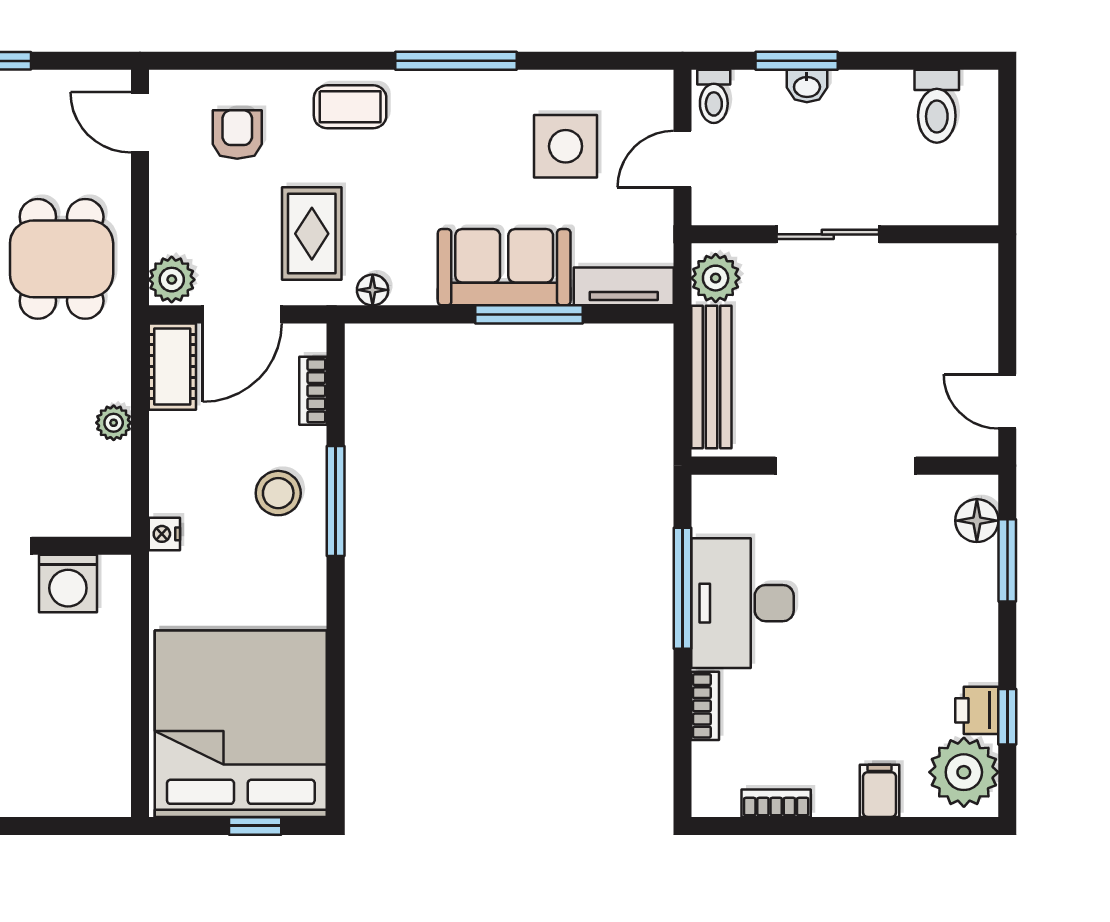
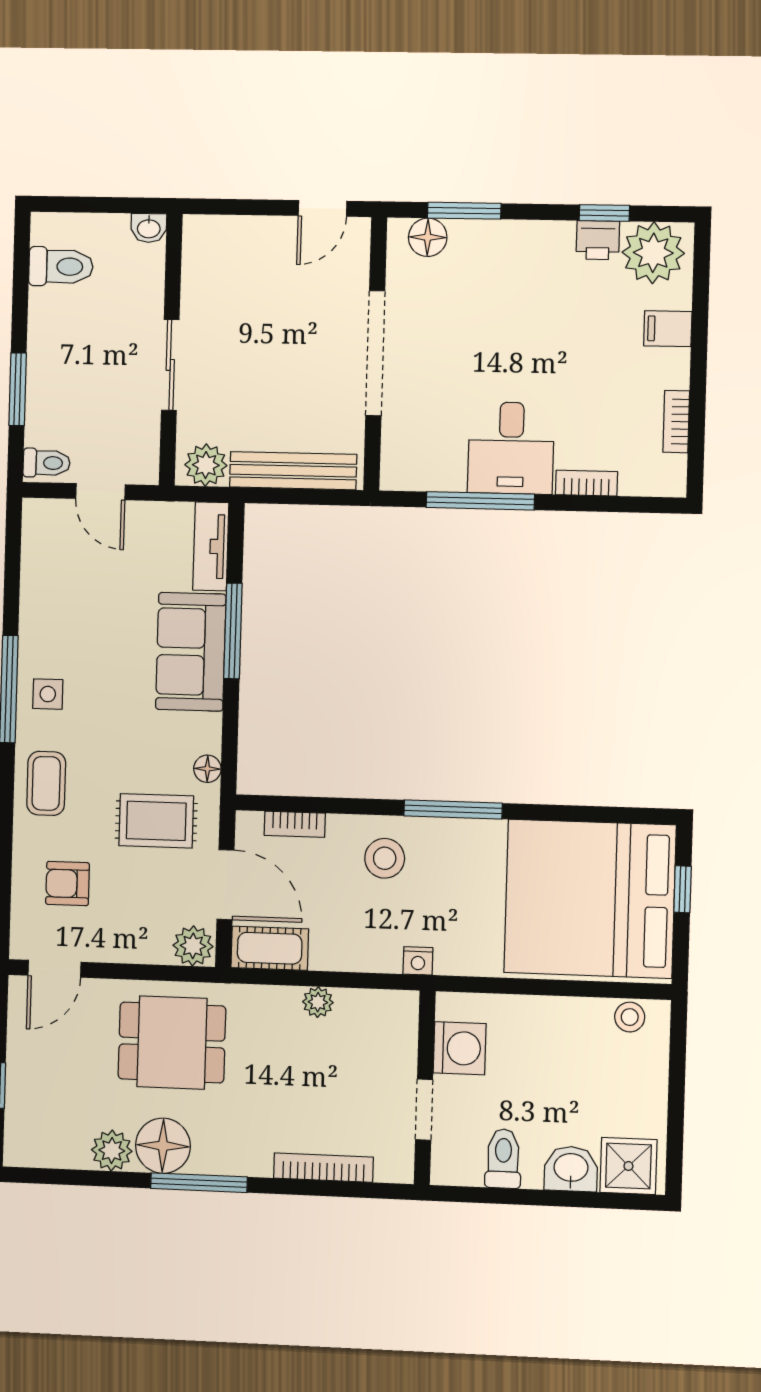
washbasin: (807, 86) -> (149, 228), moved, turned 90
side table: (566, 146) -> (48, 694), moved, width x0.54, depth x0.54
window: (336, 501) -> (453, 809), moved
desk: (743, 603) -> (511, 448), width x0.73
stool: (110, 772) -> (630, 1017), added

